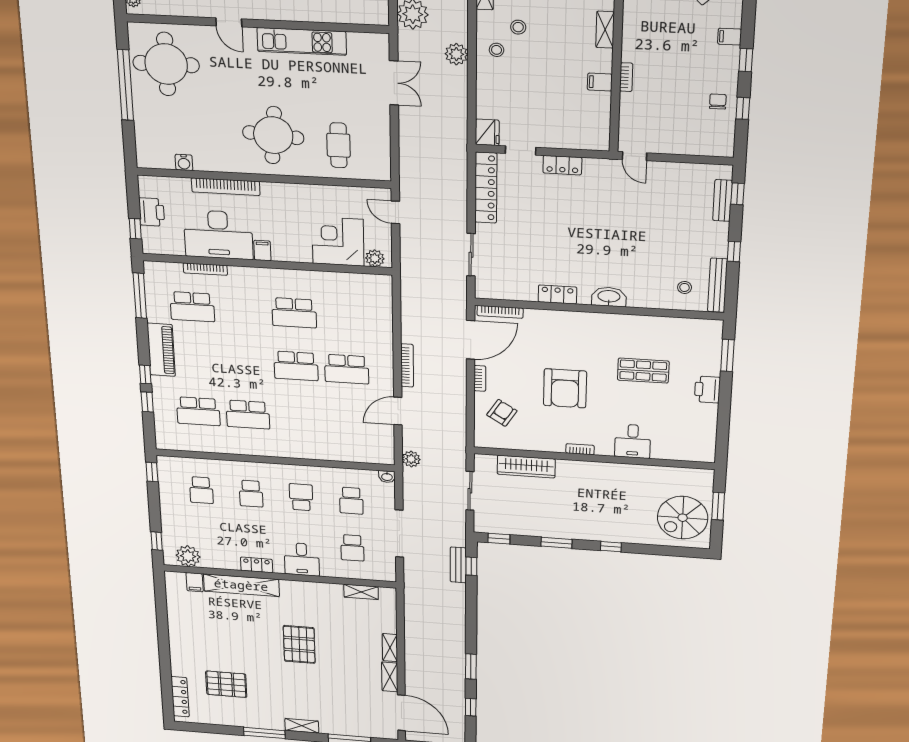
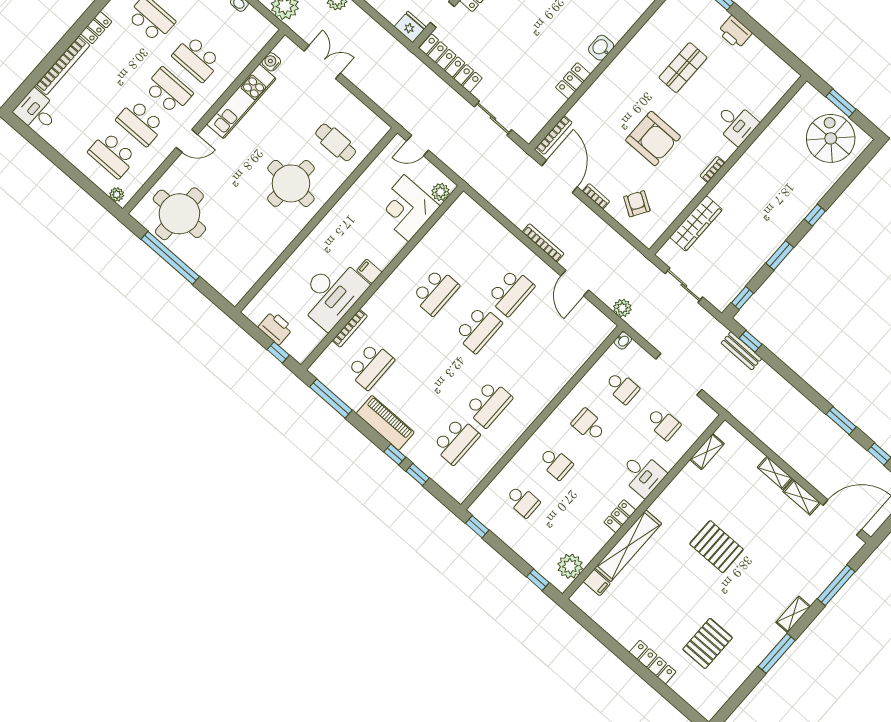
water cooler: (184, 162) -> (271, 62), moved, turned 180
bookcase: (226, 187) -> (301, 254), removed
washbasin: (609, 297) -> (601, 48), width x0.72
spiral stairs: (683, 518) -> (831, 138), turned 180
locker: (180, 697) -> (653, 662), moved

